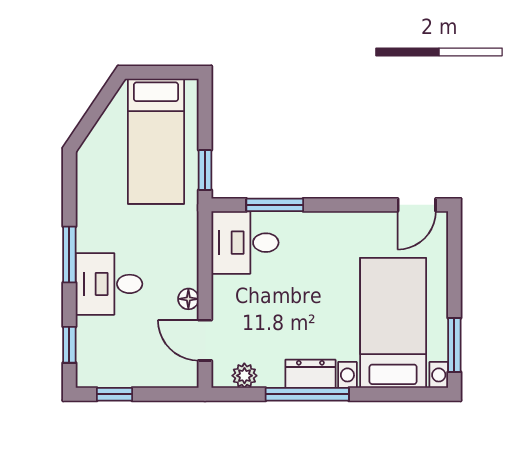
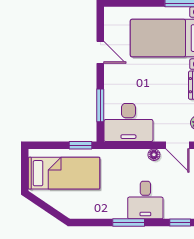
door: (417, 205) -> (100, 52), moved
desk: (245, 243) -> (128, 122), width x1.37
door: (205, 340) -> (177, 145), hinge flipped

